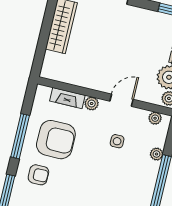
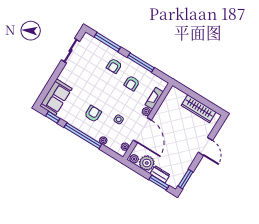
door: (121, 100) -> (142, 130), width x1.87
armchair: (56, 140) -> (132, 83), width x0.53, depth x0.53
armchair: (121, 183) -> (93, 114), added

